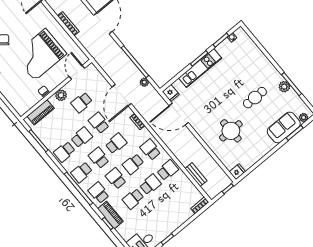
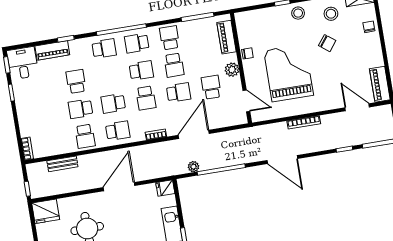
door: (122, 95) -> (194, 134), hinge flipped
door: (179, 114) -> (119, 187), moved
school desk: (133, 164) -> (113, 103), turned -90
school desk: (82, 172) -> (137, 43), turned -90
fridge: (237, 172) -> (46, 211), width x1.88, depth x1.34
school desk: (116, 178) -> (109, 76), removed
school desk: (150, 185) -> (81, 109), turned 90
piano: (110, 215) -> (52, 50), moved

